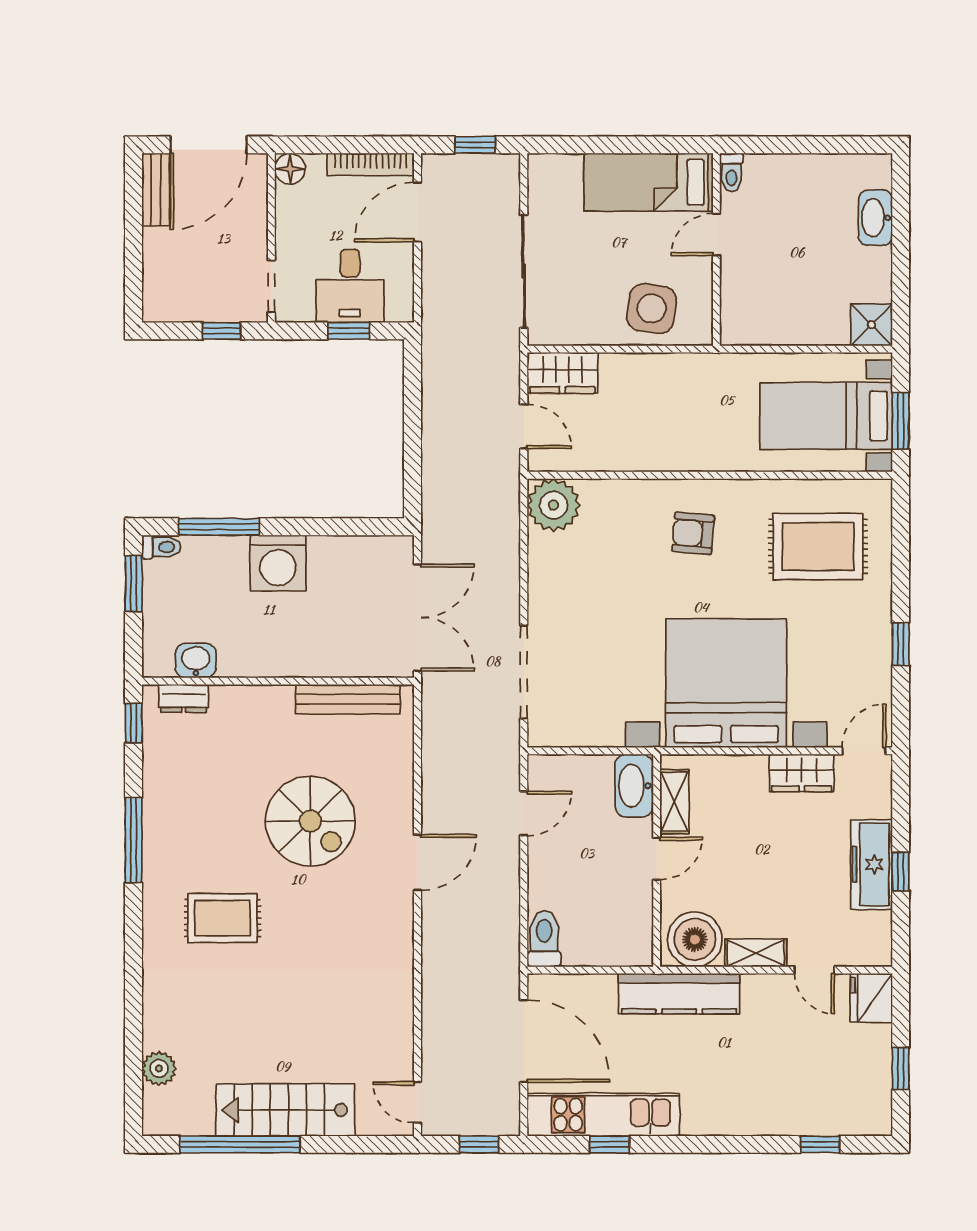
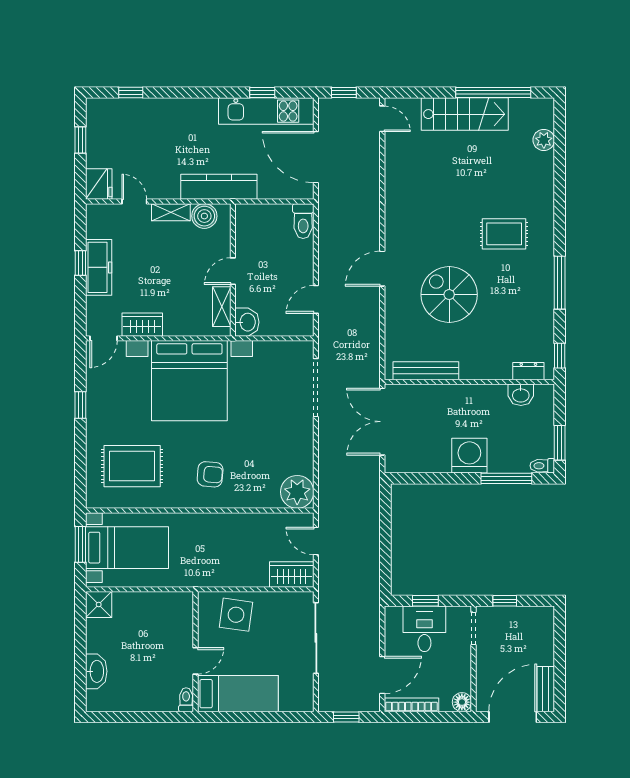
washbasin: (634, 786) -> (247, 322), width x0.72
boiler: (695, 939) -> (204, 216), width x0.73, depth x0.73

